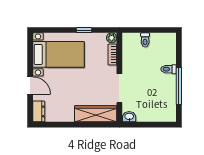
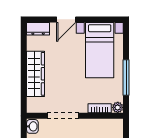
window: (84, 30) -> (126, 78), width x2.17
wardrobe: (96, 114) -> (36, 74), moved

